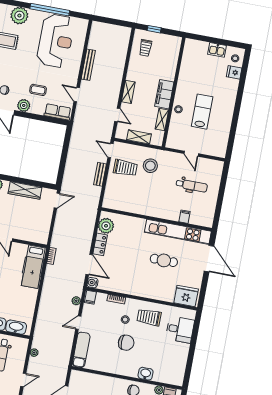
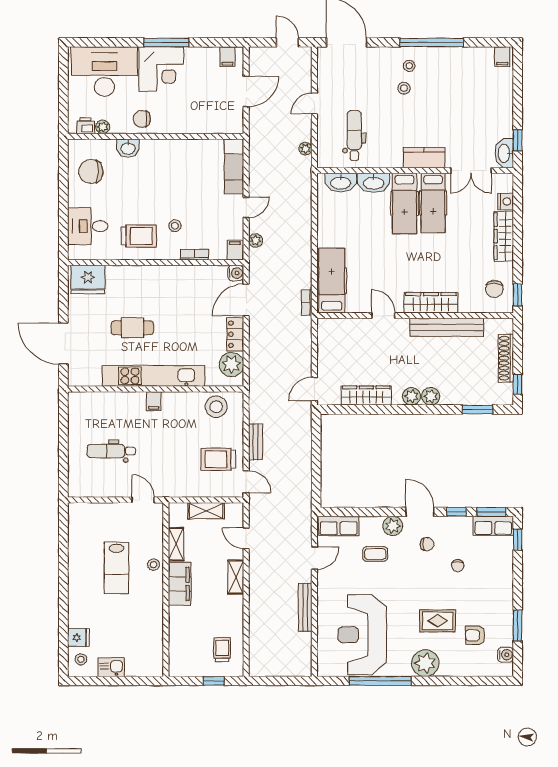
door: (77, 95) -> (314, 558), hinge flipped
door: (191, 154) -> (143, 500), moved
stool: (150, 166) -> (216, 407), moved
filing cabinet: (185, 217) -> (154, 401), moved
kitchen unit: (178, 232) -> (153, 376), moved
door: (89, 265) -> (246, 300), hinge flipped
chair: (126, 343) -> (91, 171), moved

